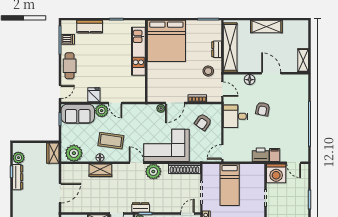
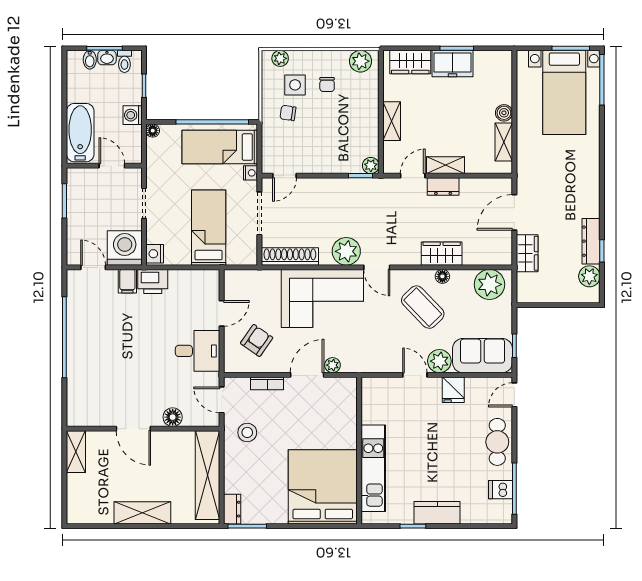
kitchen counter: (90, 27) -> (437, 513), moved
dresser: (217, 49) -> (232, 509), moved
armchair: (263, 109) -> (149, 364), removed
coffee table: (111, 141) -> (423, 307), turned 38
door: (222, 152) -> (222, 313), moved
wardrobe: (53, 153) -> (527, 253), moved
nightstand: (259, 170) -> (155, 254), added
dresser: (141, 207) -> (443, 186), moved

